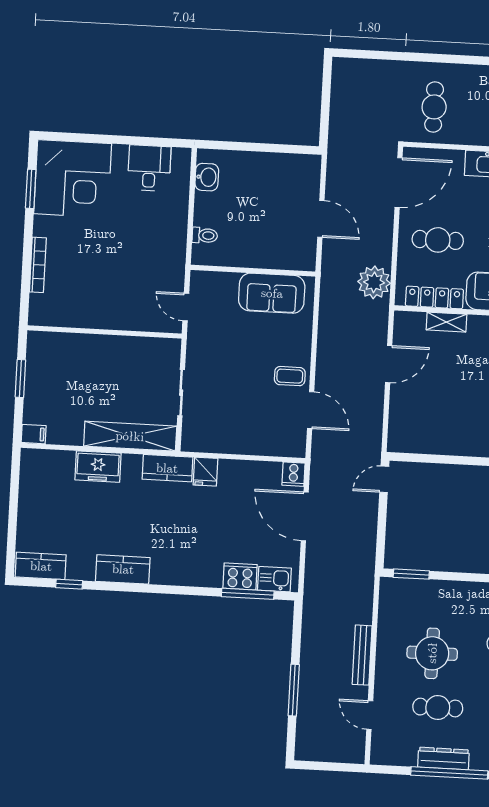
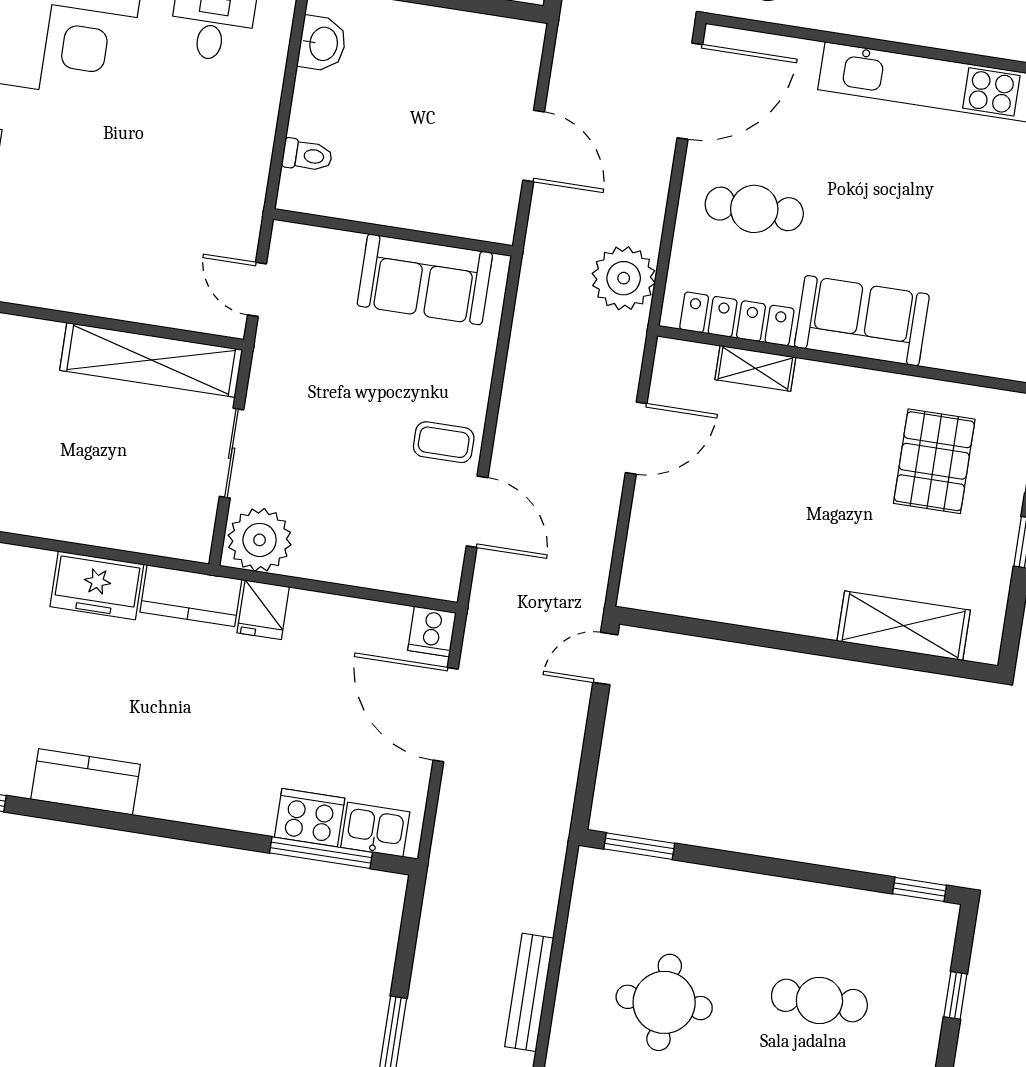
shelving: (130, 436) -> (151, 360), moved
plant: (200, 436) -> (260, 540), added
freezer: (98, 467) -> (97, 585), moved

